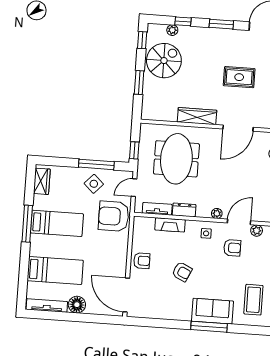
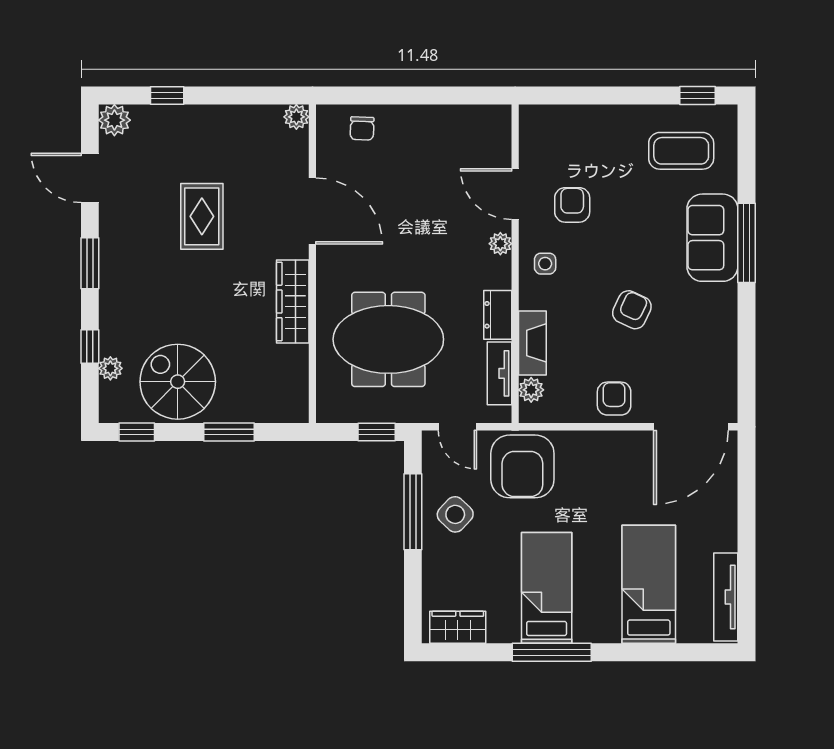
plant: (257, 231) -> (531, 390), moved
floor lamp: (77, 305) -> (719, 532), removed

